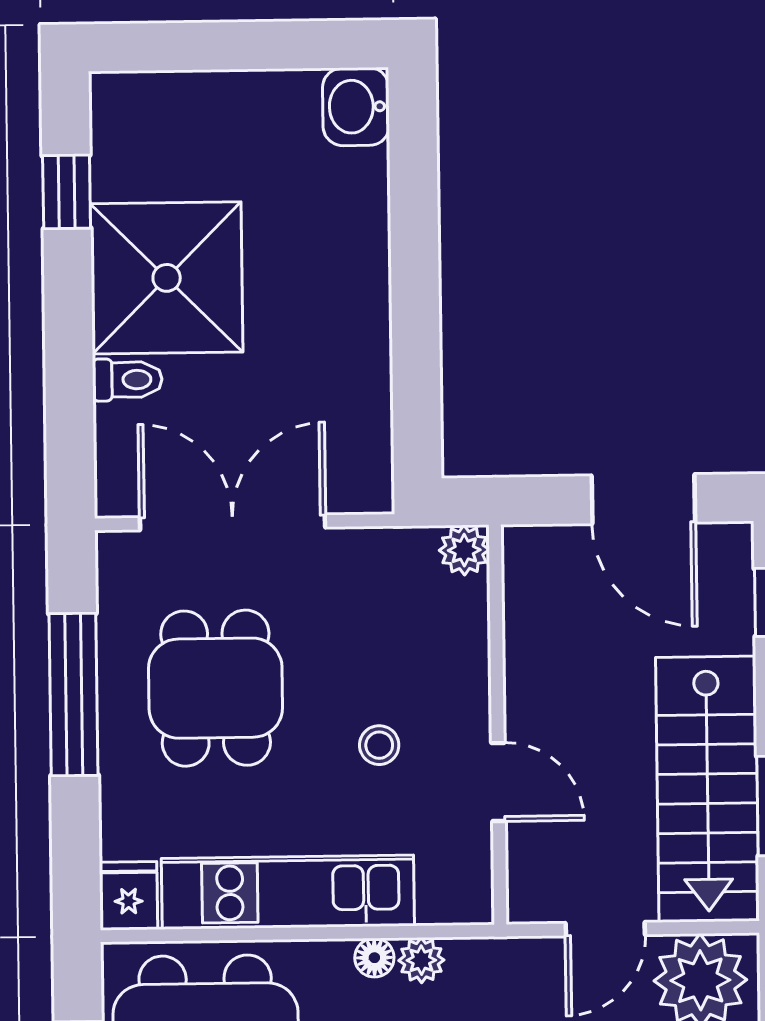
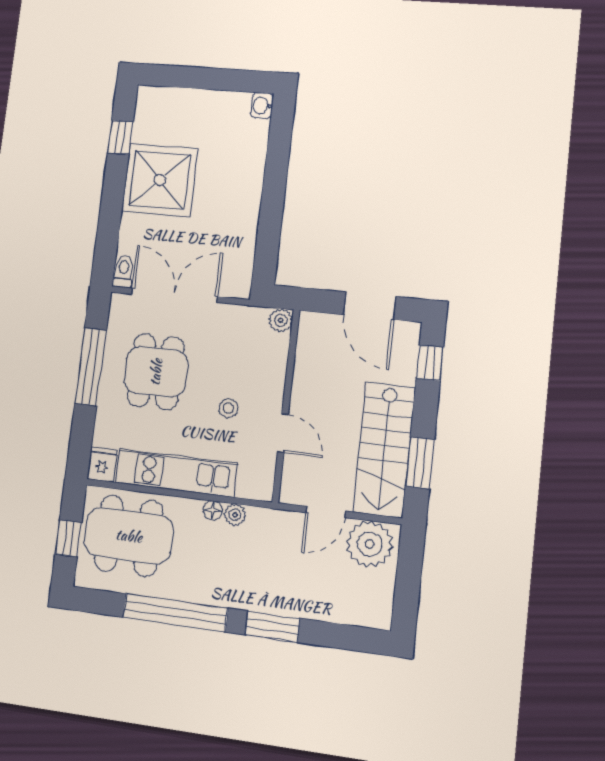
washbasin: (356, 107) -> (262, 106), width x0.72, depth x0.69
toilet: (127, 380) -> (123, 271), moved, turned -90

